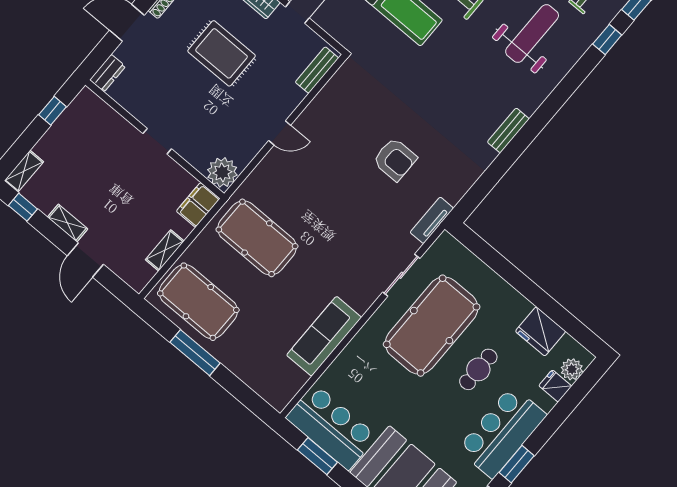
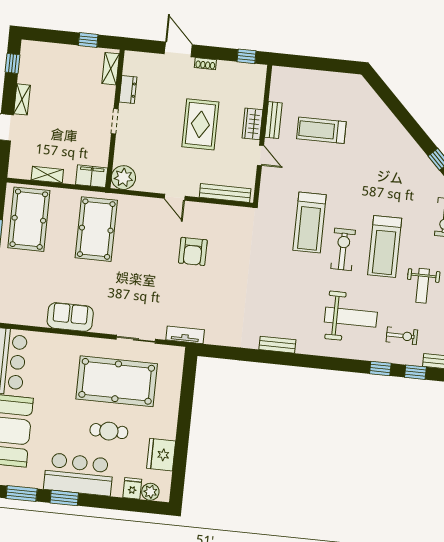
bench: (317, 70) -> (225, 193), width x1.36
dresser: (108, 73) -> (128, 90), moved, turned -90
armchair: (395, 159) -> (193, 251), moved
shelving: (24, 171) -> (111, 69), moved, turned 90
sofa: (324, 336) -> (70, 317), width x0.73

